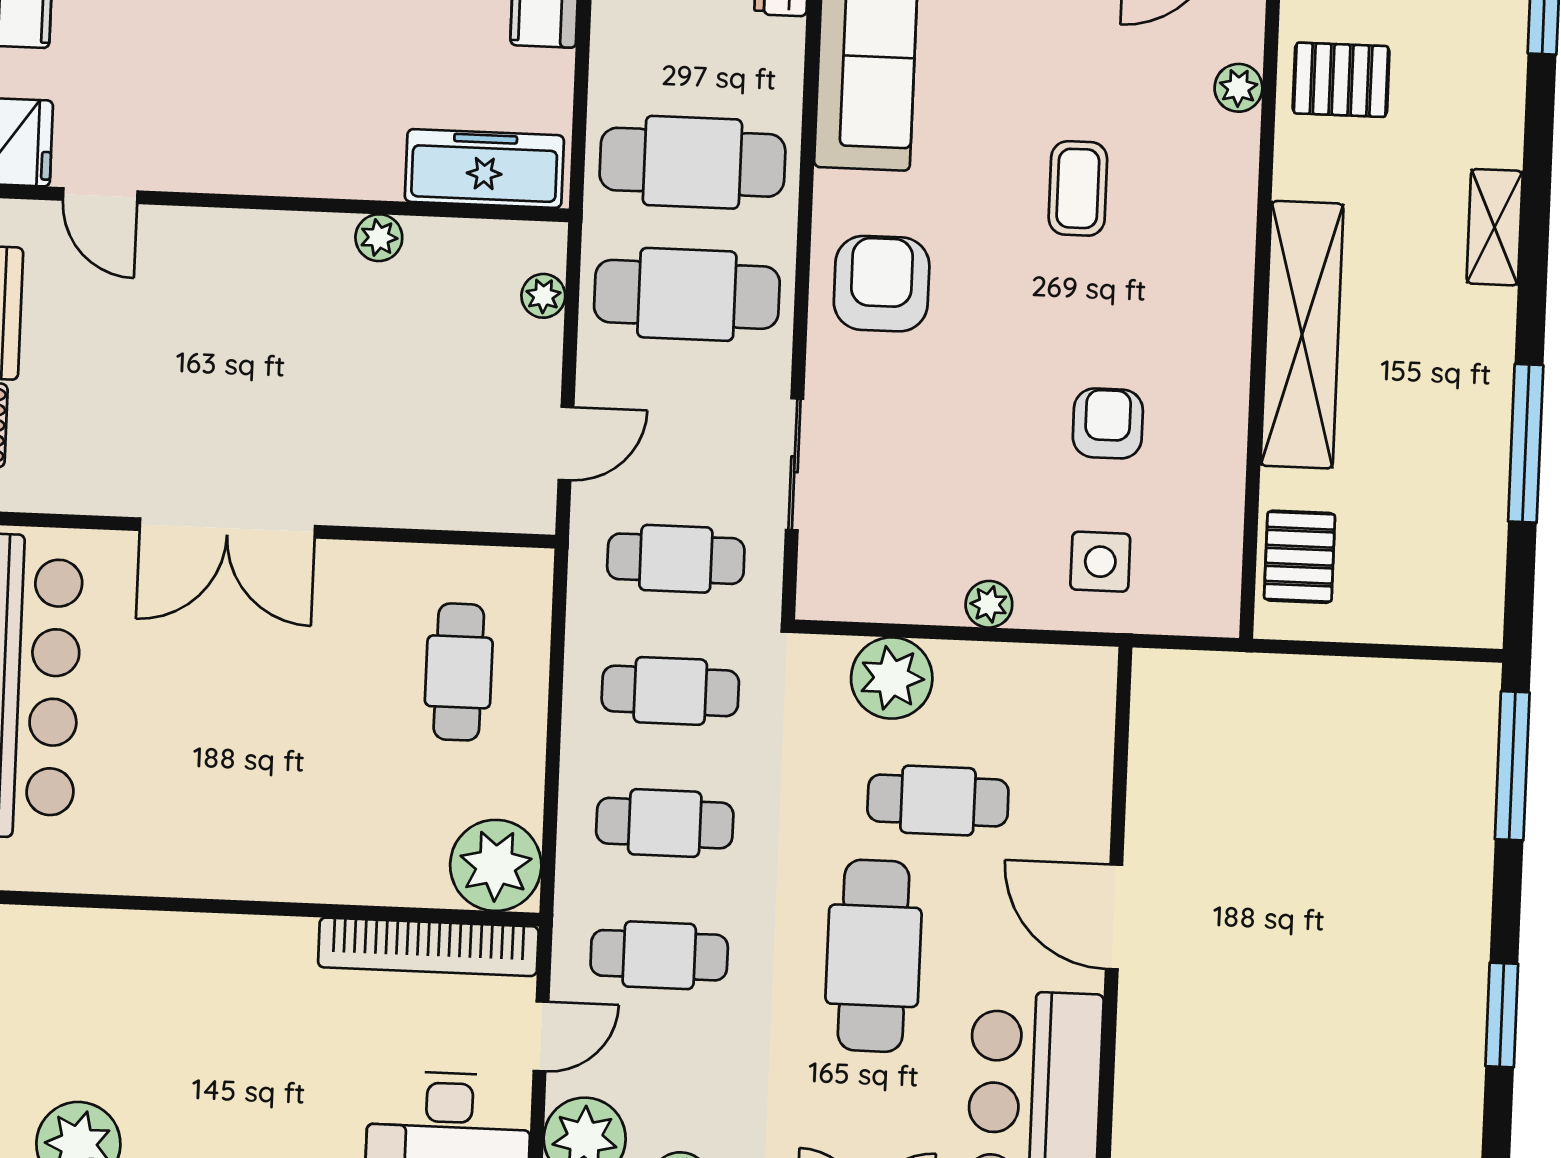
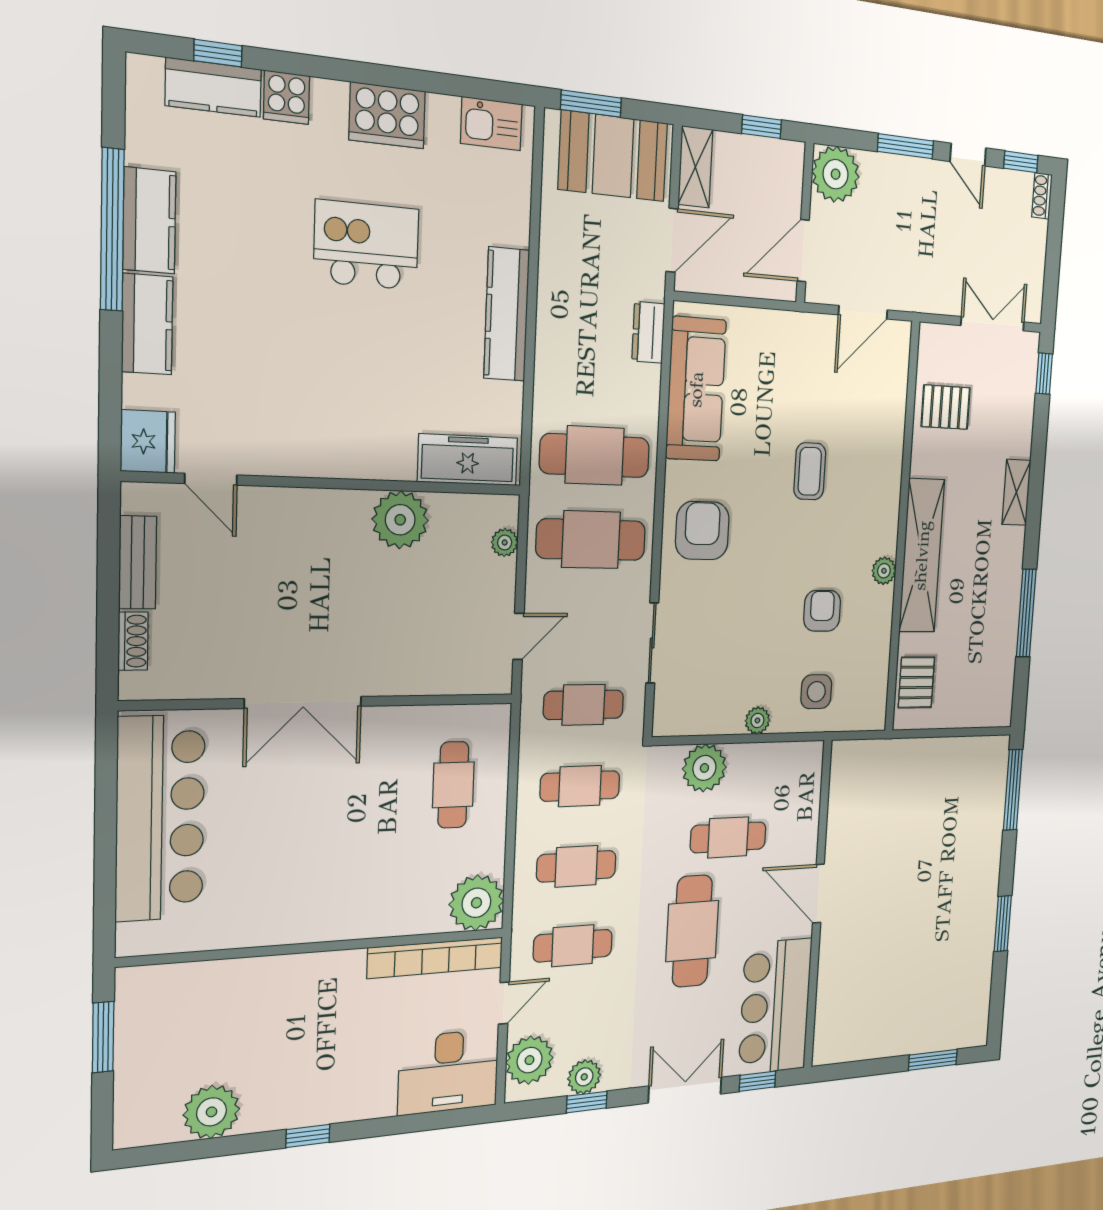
plant: (1238, 88) -> (884, 571), moved
plant: (379, 238) -> (400, 520), width x1.88, depth x1.88

